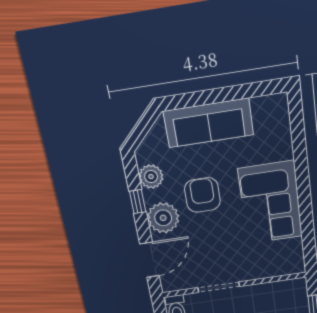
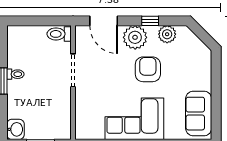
sofa: (209, 123) -> (199, 114), moved, width x0.73
armchair: (202, 195) -> (148, 69), turned -90

